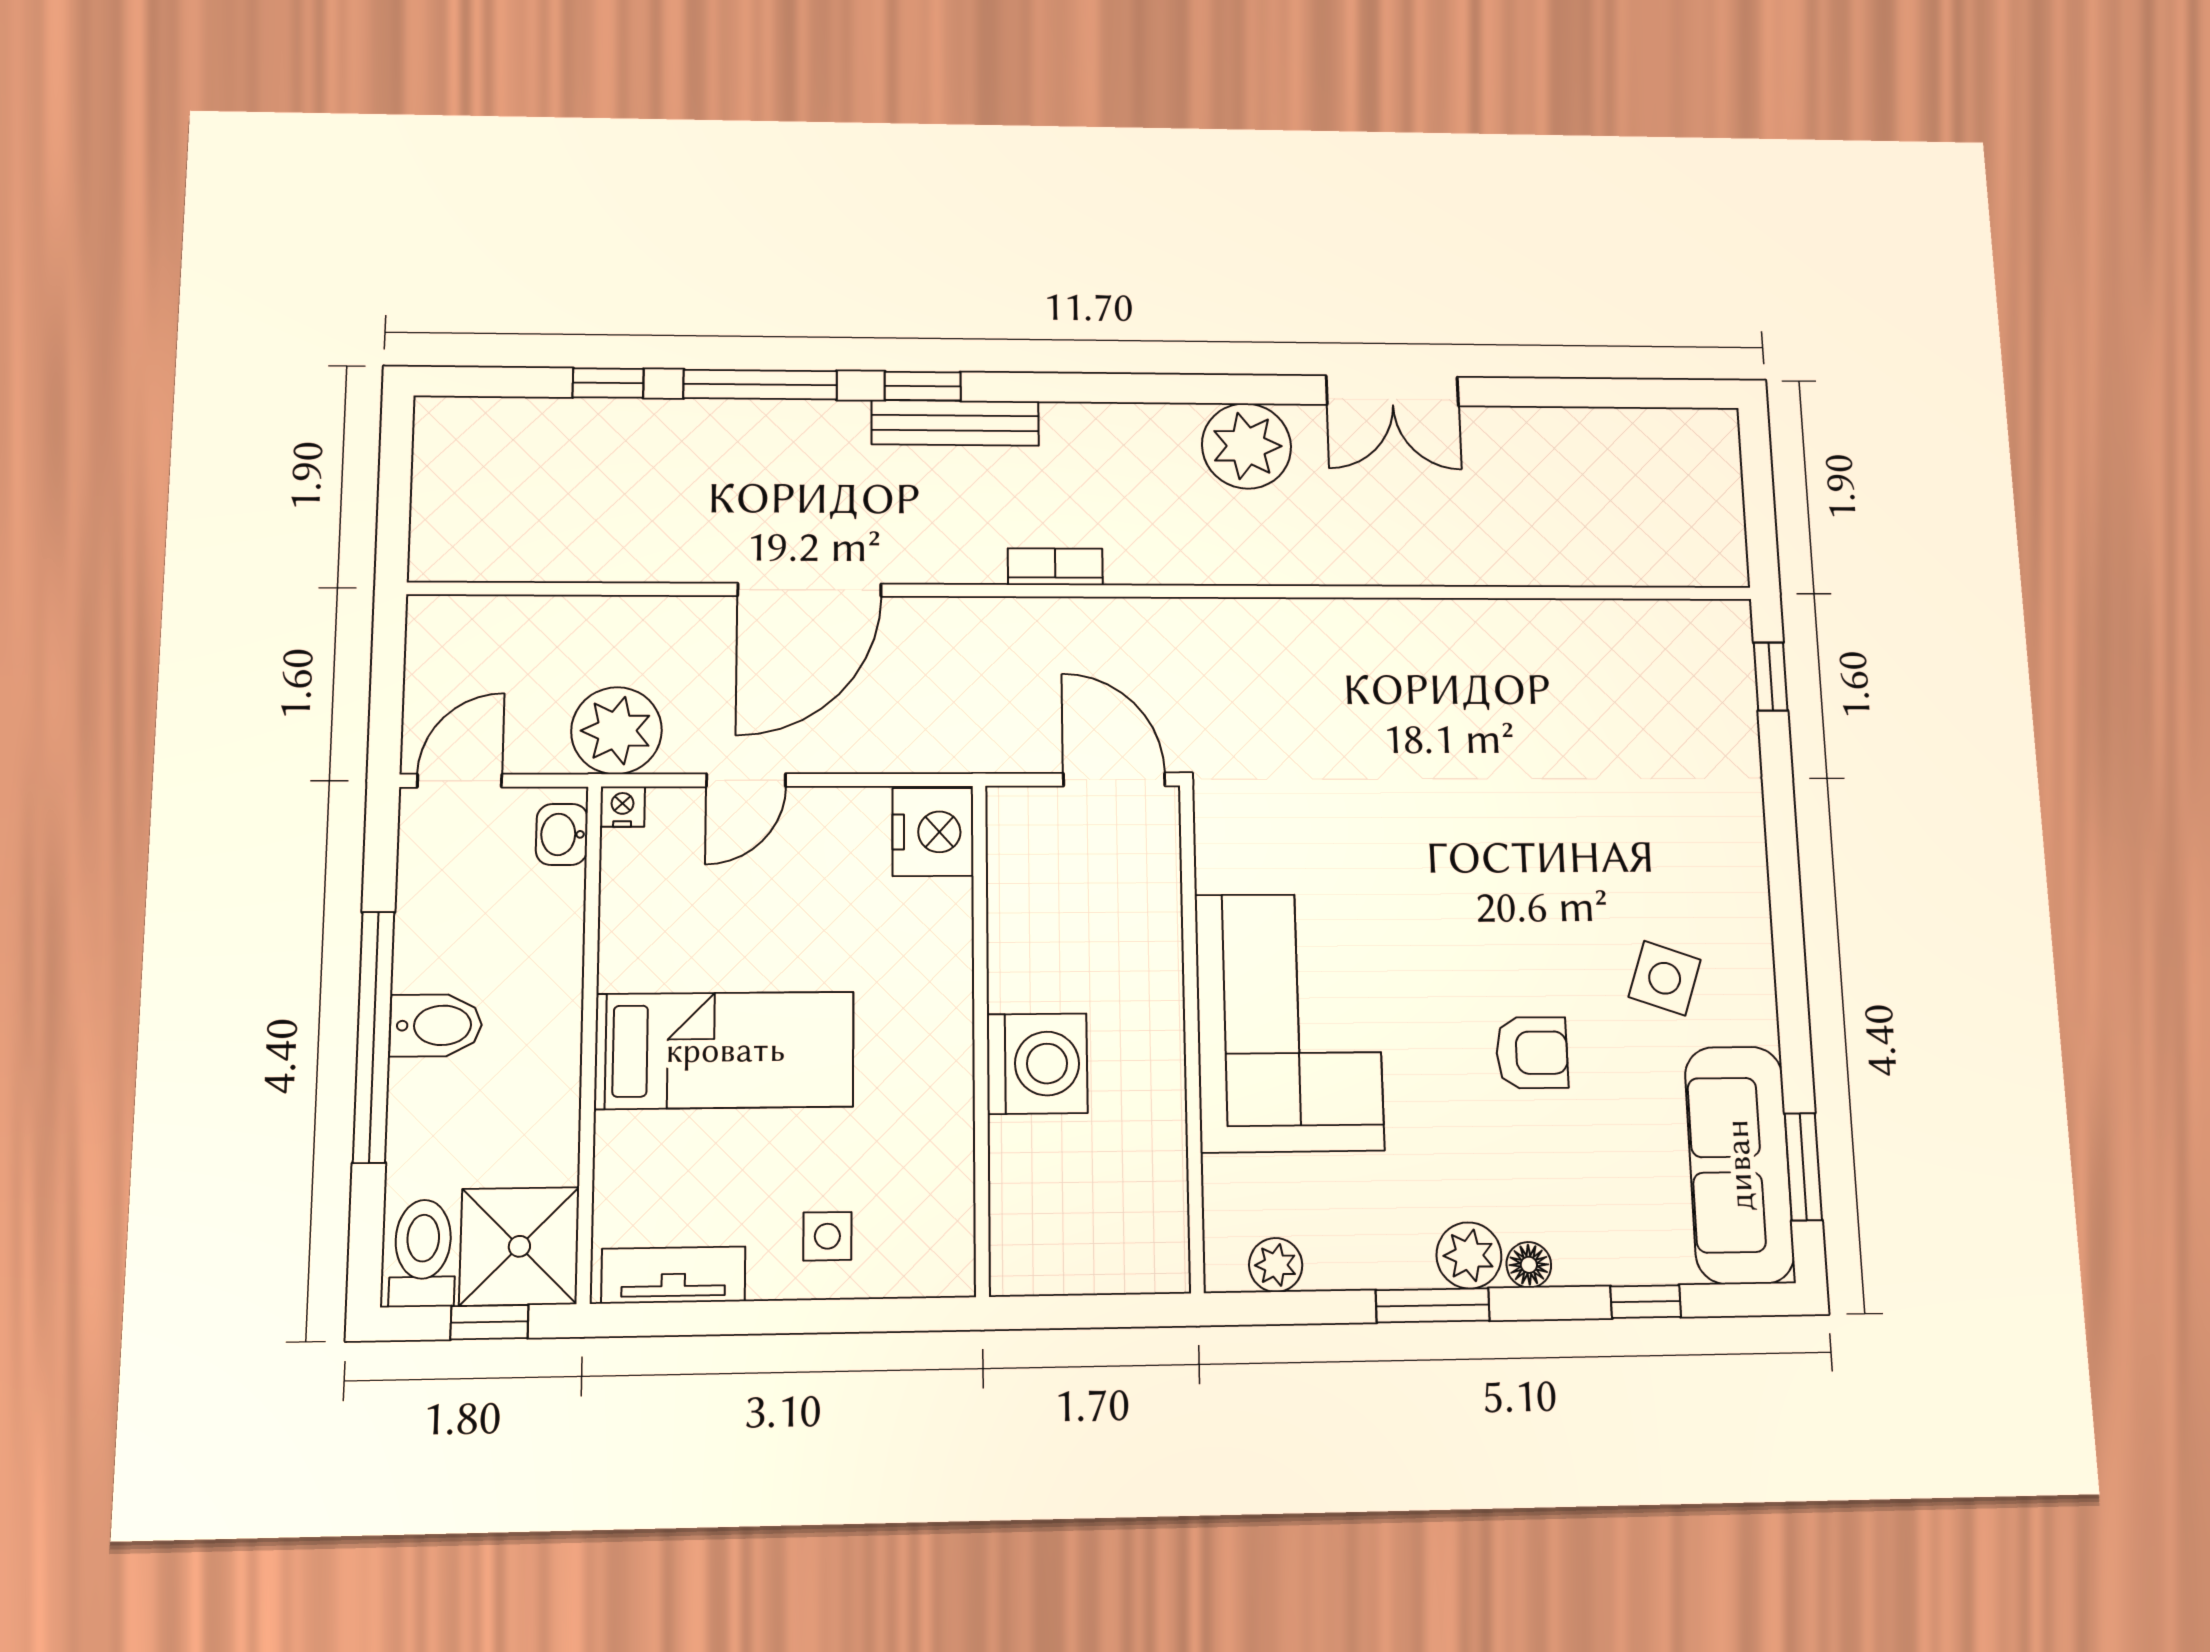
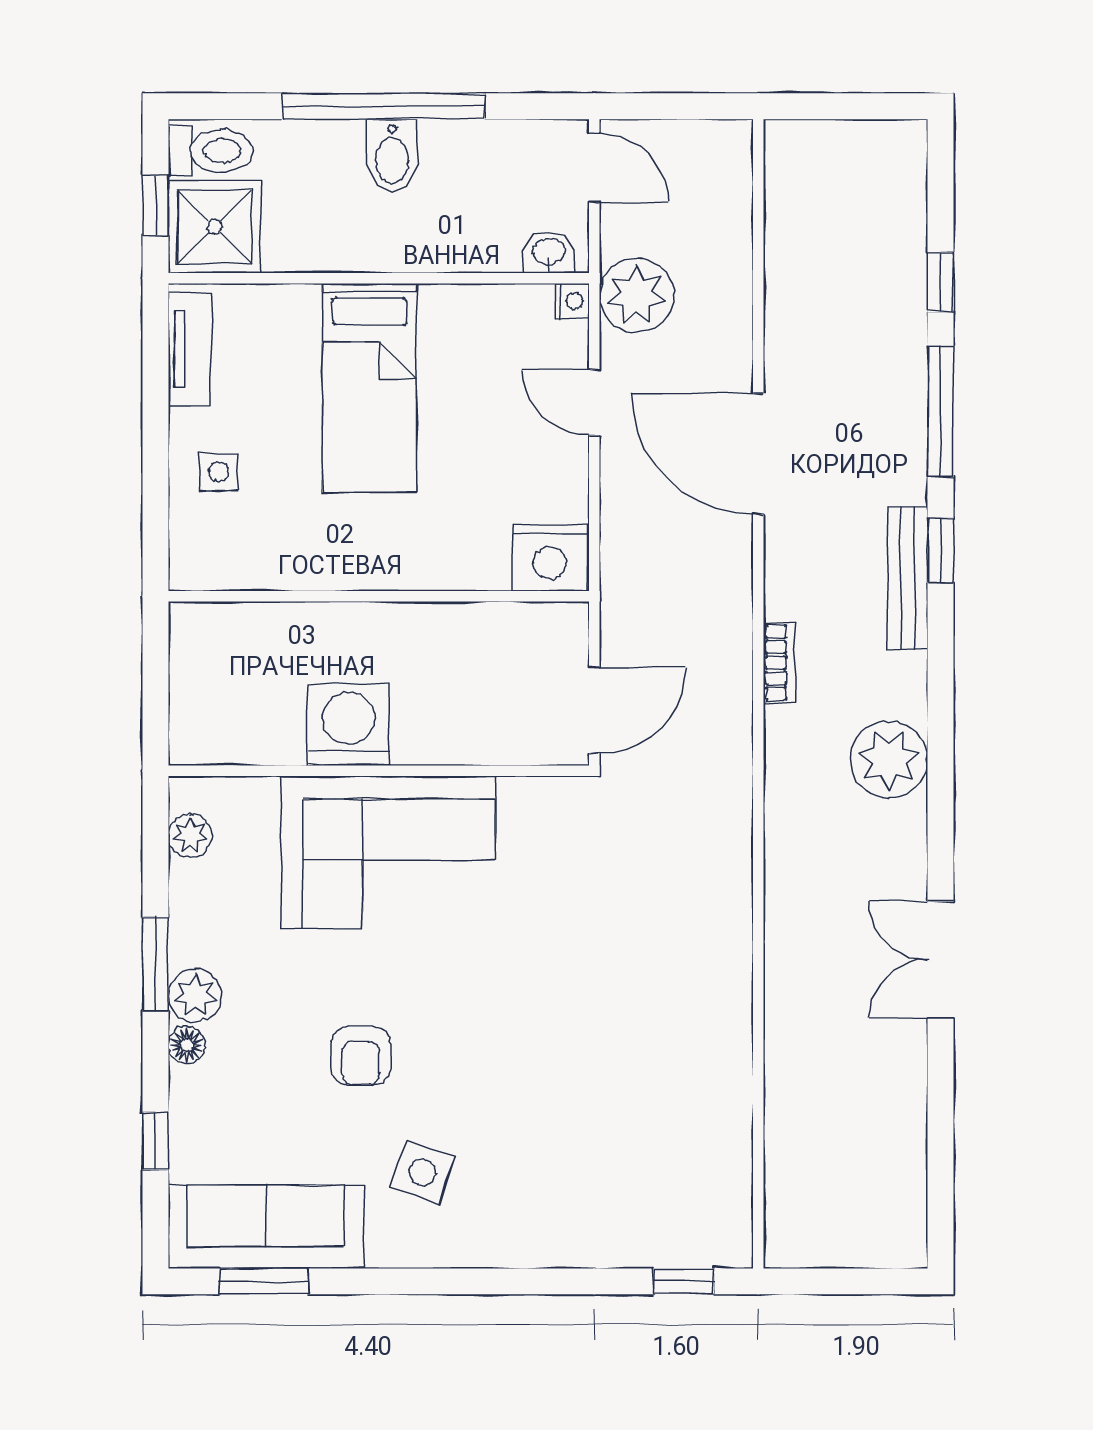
plant: (1247, 446) -> (889, 760), moved
washing machine: (1037, 1064) -> (349, 725), moved, turned 180

